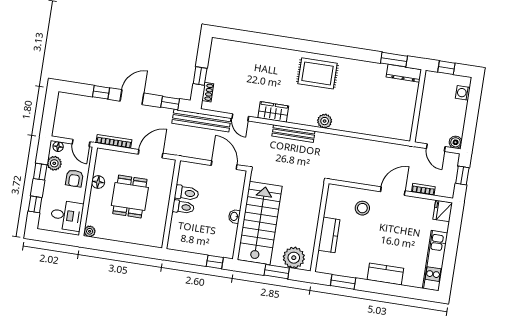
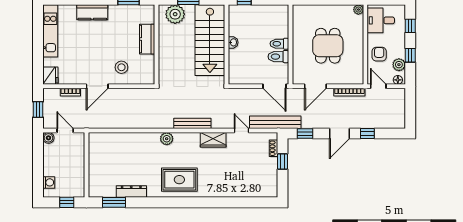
dresser: (404, 73) -> (131, 192), moved
door: (224, 165) -> (274, 86), moved
floor lamp: (98, 182) -> (358, 54), removed

